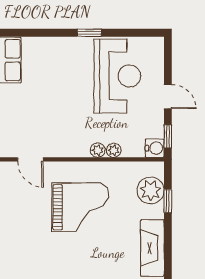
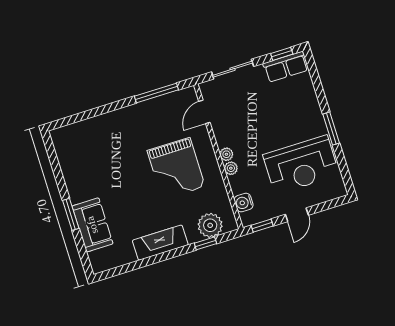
window: (89, 33) -> (331, 129), width x1.50
water cooler: (155, 148) -> (244, 203), moved, turned 90
plant: (114, 150) -> (226, 154), moved

